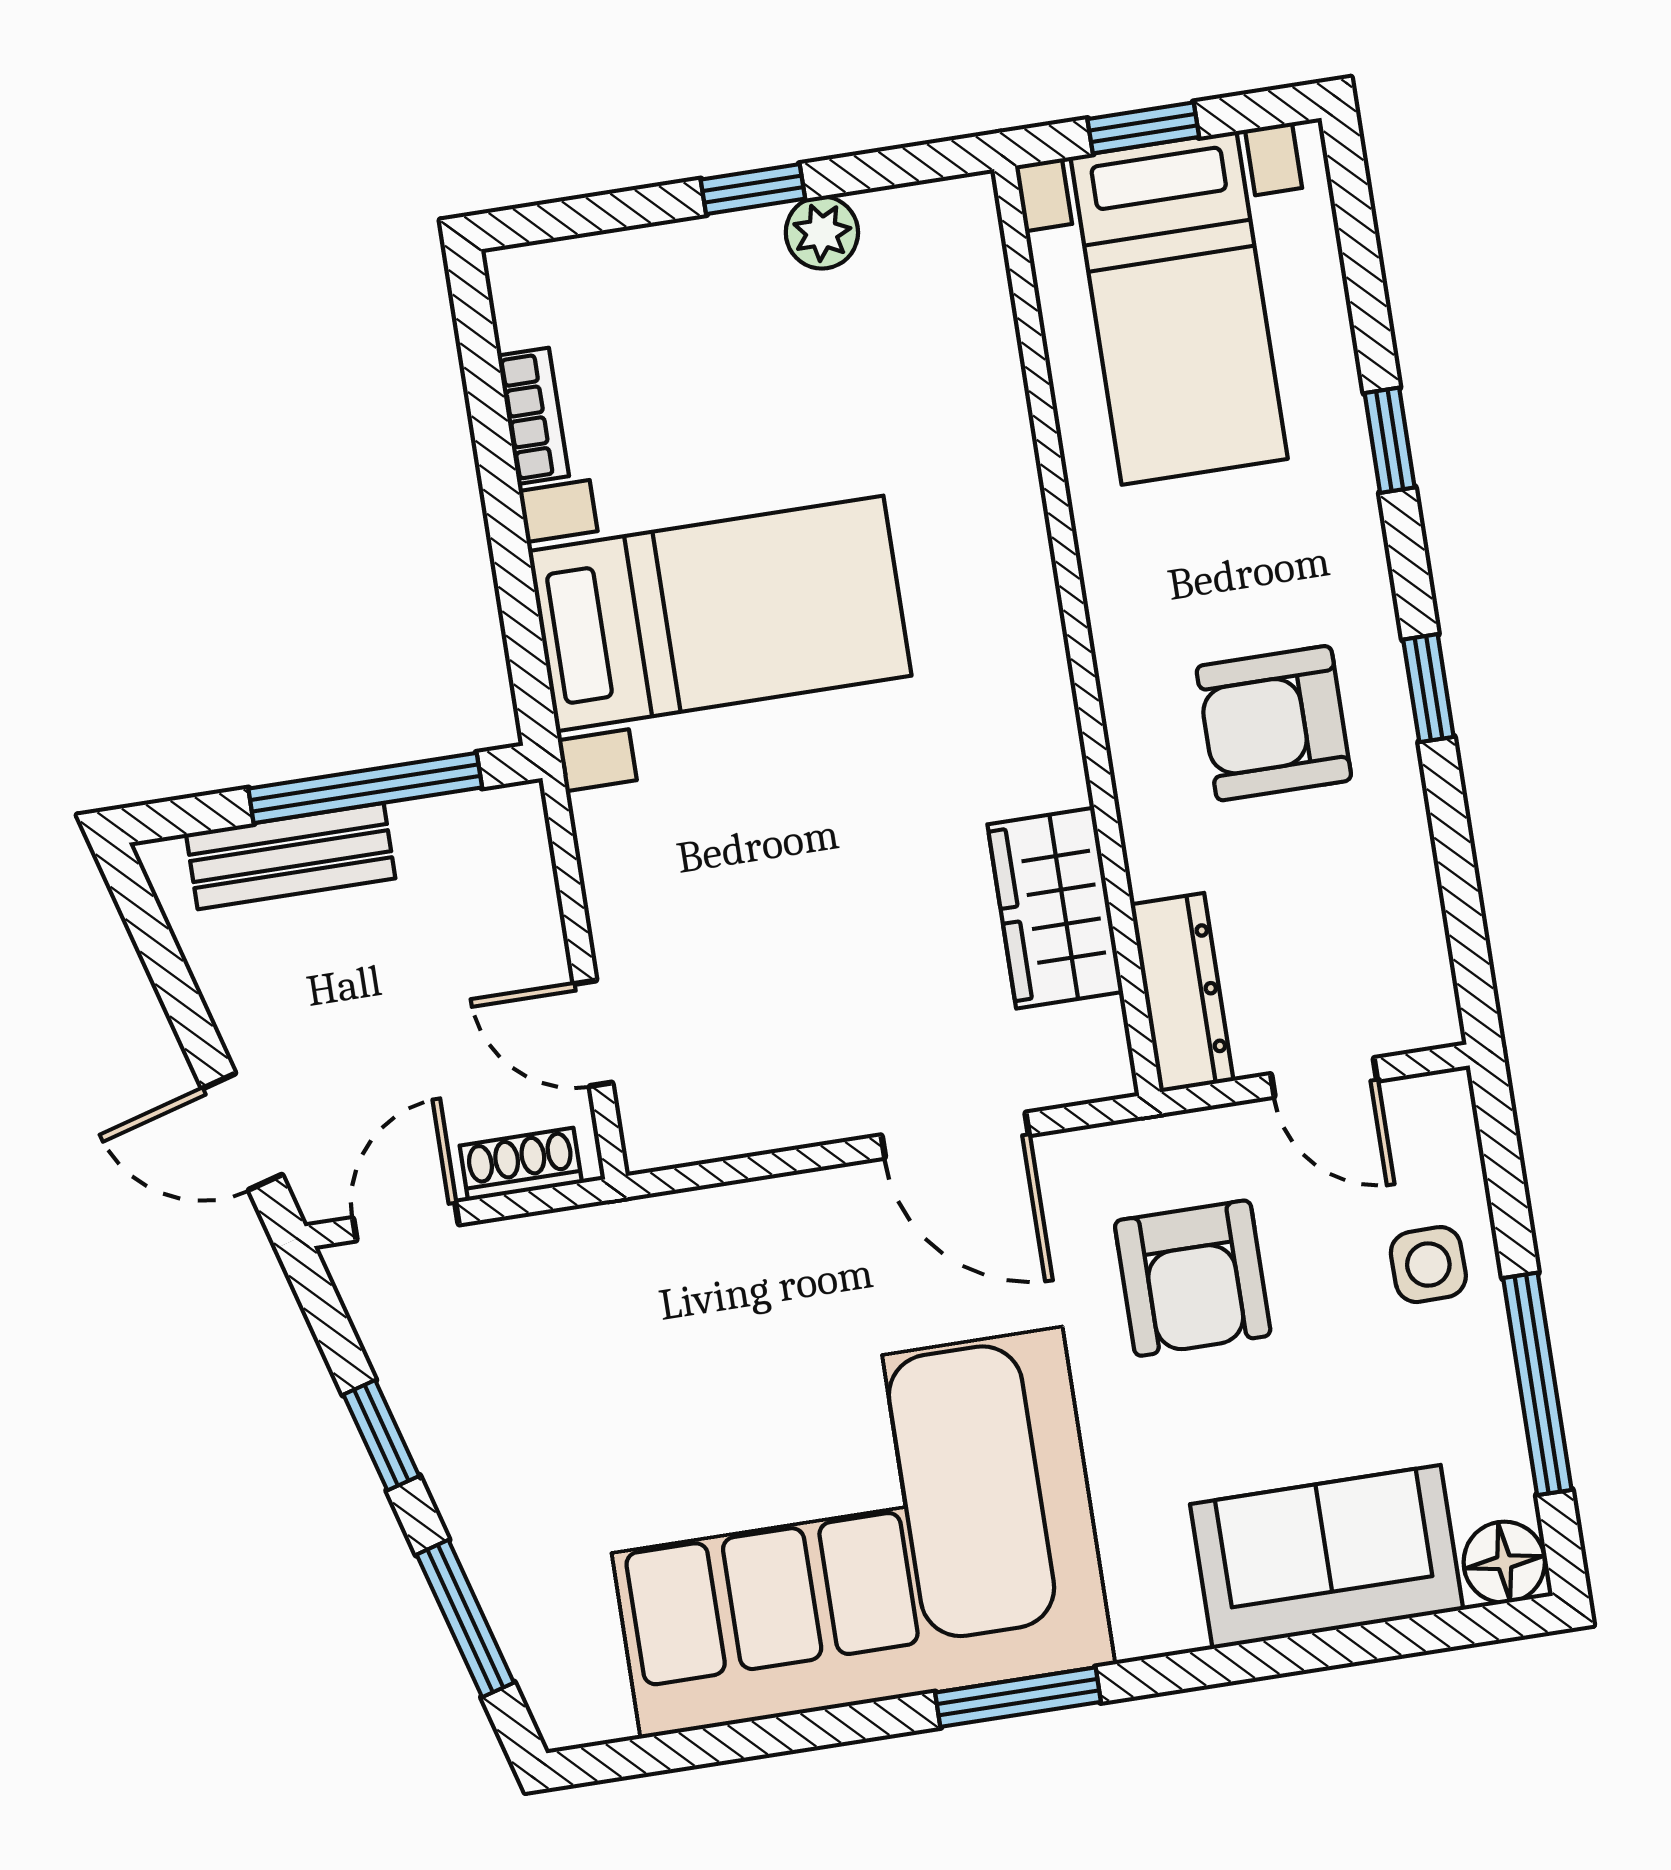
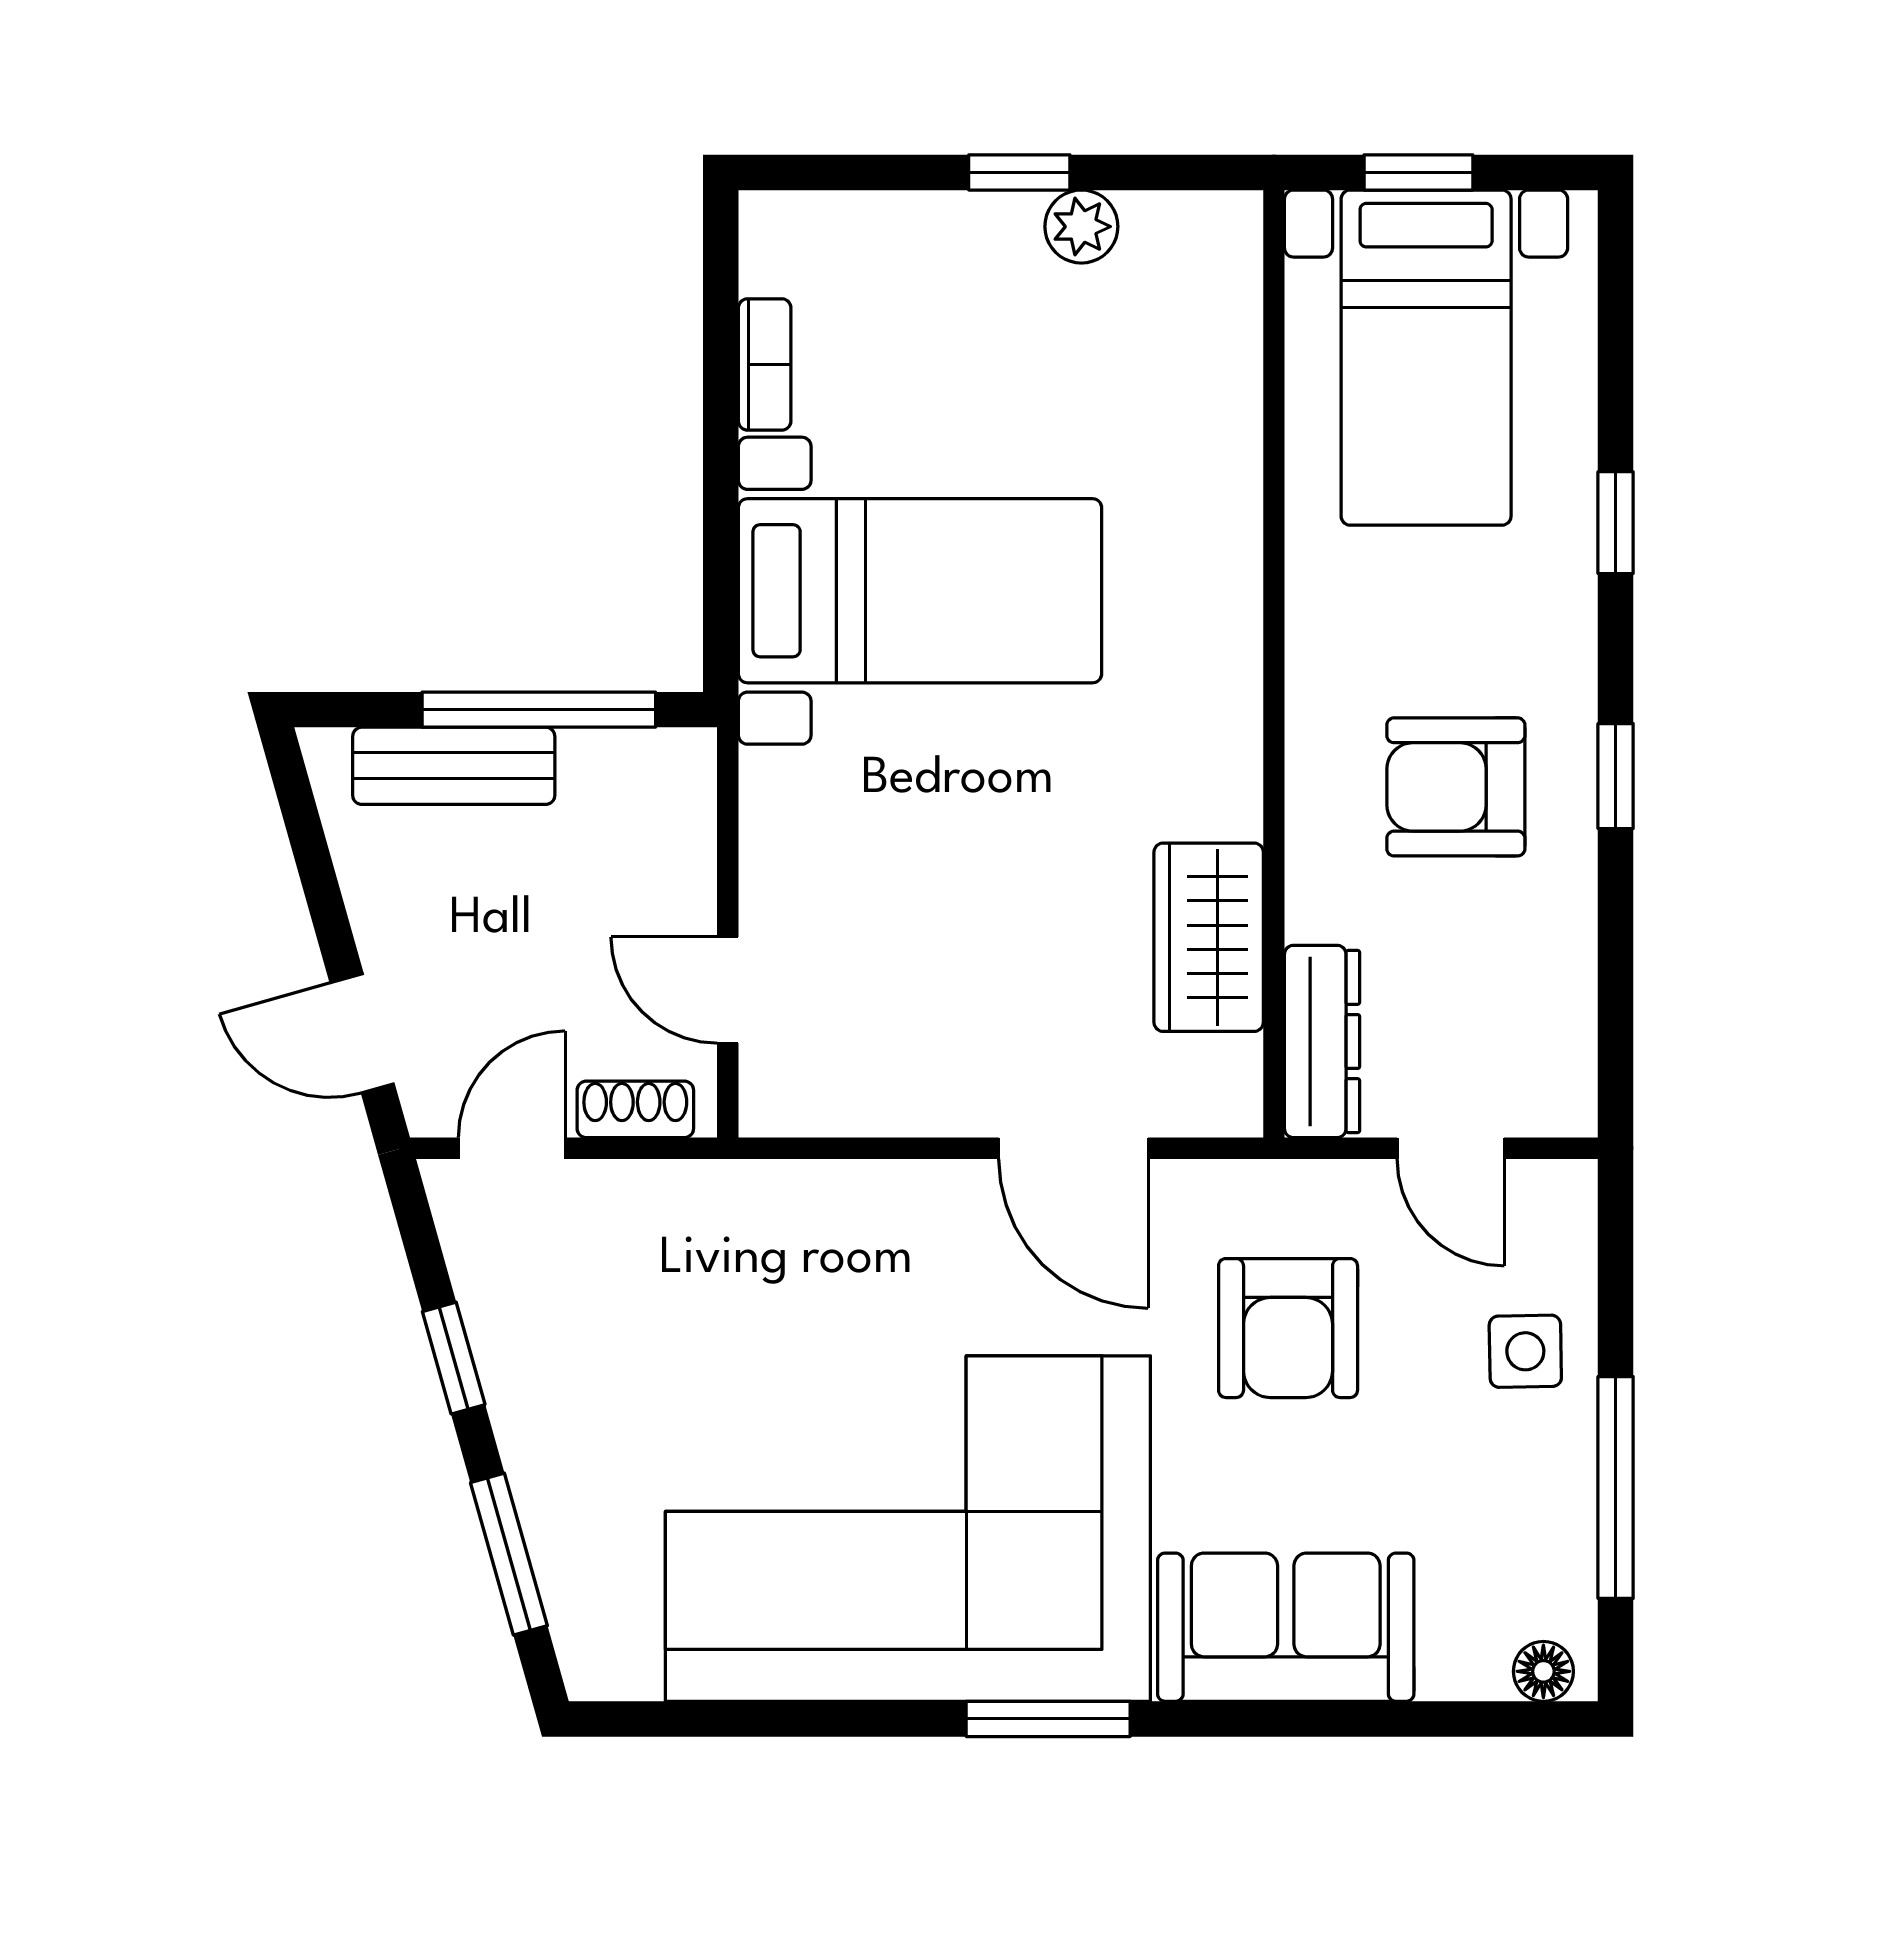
sofa: (1327, 1557) -> (1286, 1627), moved
floor lamp: (1504, 1562) -> (1543, 1671), width x0.73, depth x0.73

